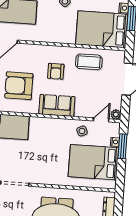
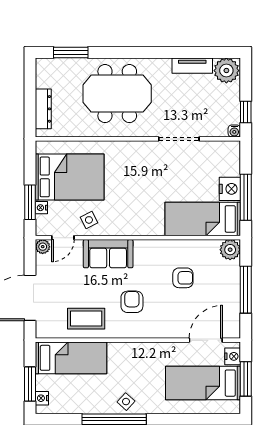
bed: (102, 29) -> (71, 358), width x0.67
armchair: (19, 86) -> (183, 278), width x0.53, depth x0.53
sofa: (57, 105) -> (108, 254), moved

